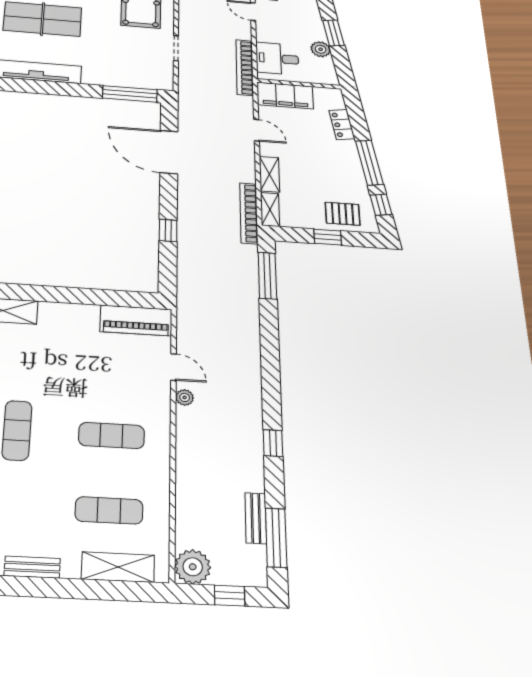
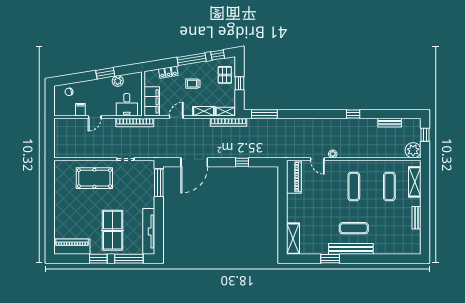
trolley: (323, 161) -> (193, 84), added
door: (173, 367) -> (317, 159), swing flipped
window: (276, 538) -> (398, 114), removed

